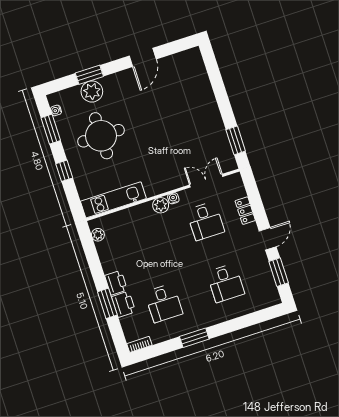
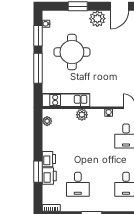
plant: (92, 91) -> (97, 19), moved
window: (64, 171) -> (38, 68), width x2.17
plant: (161, 205) -> (82, 115), moved

